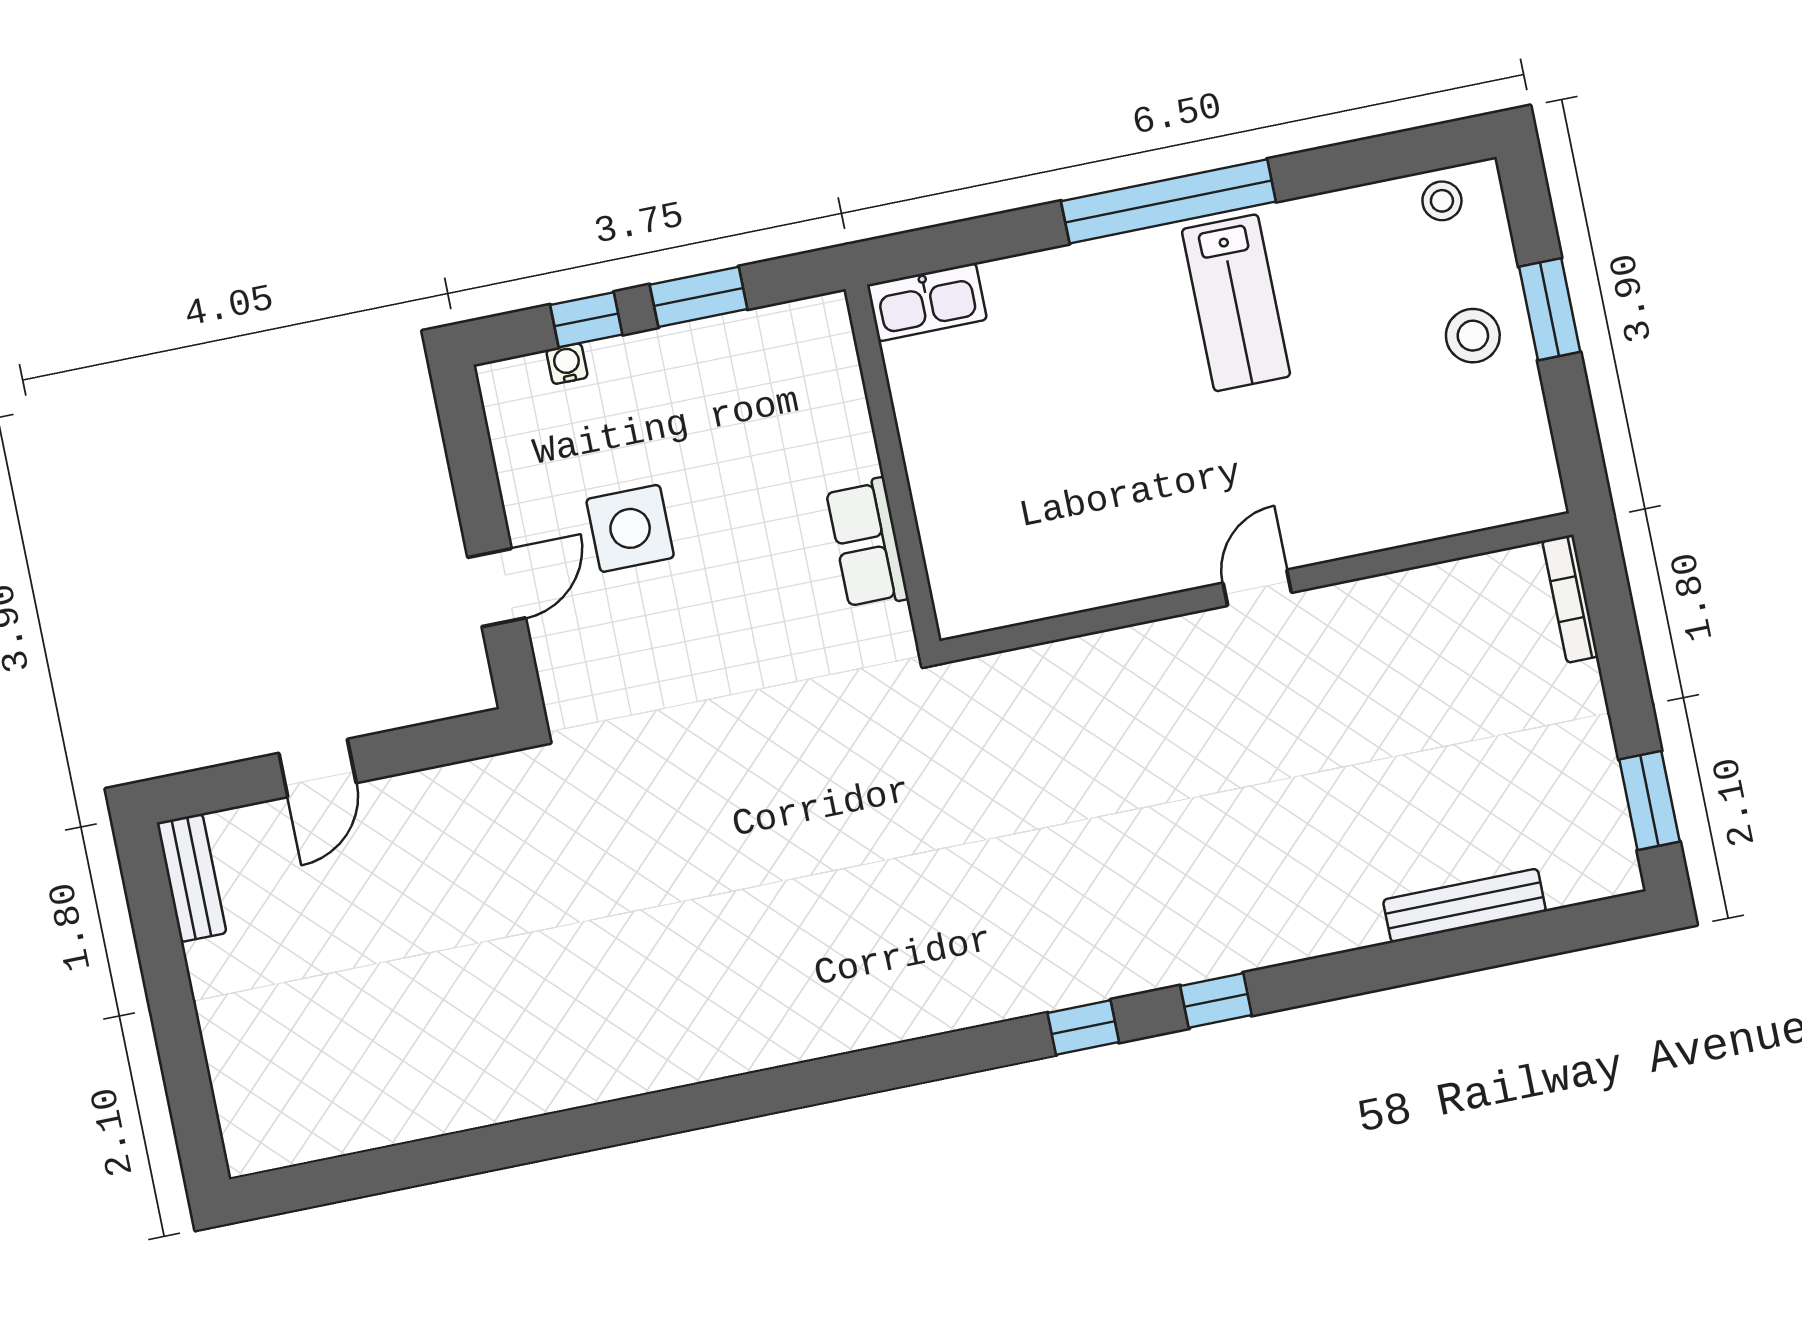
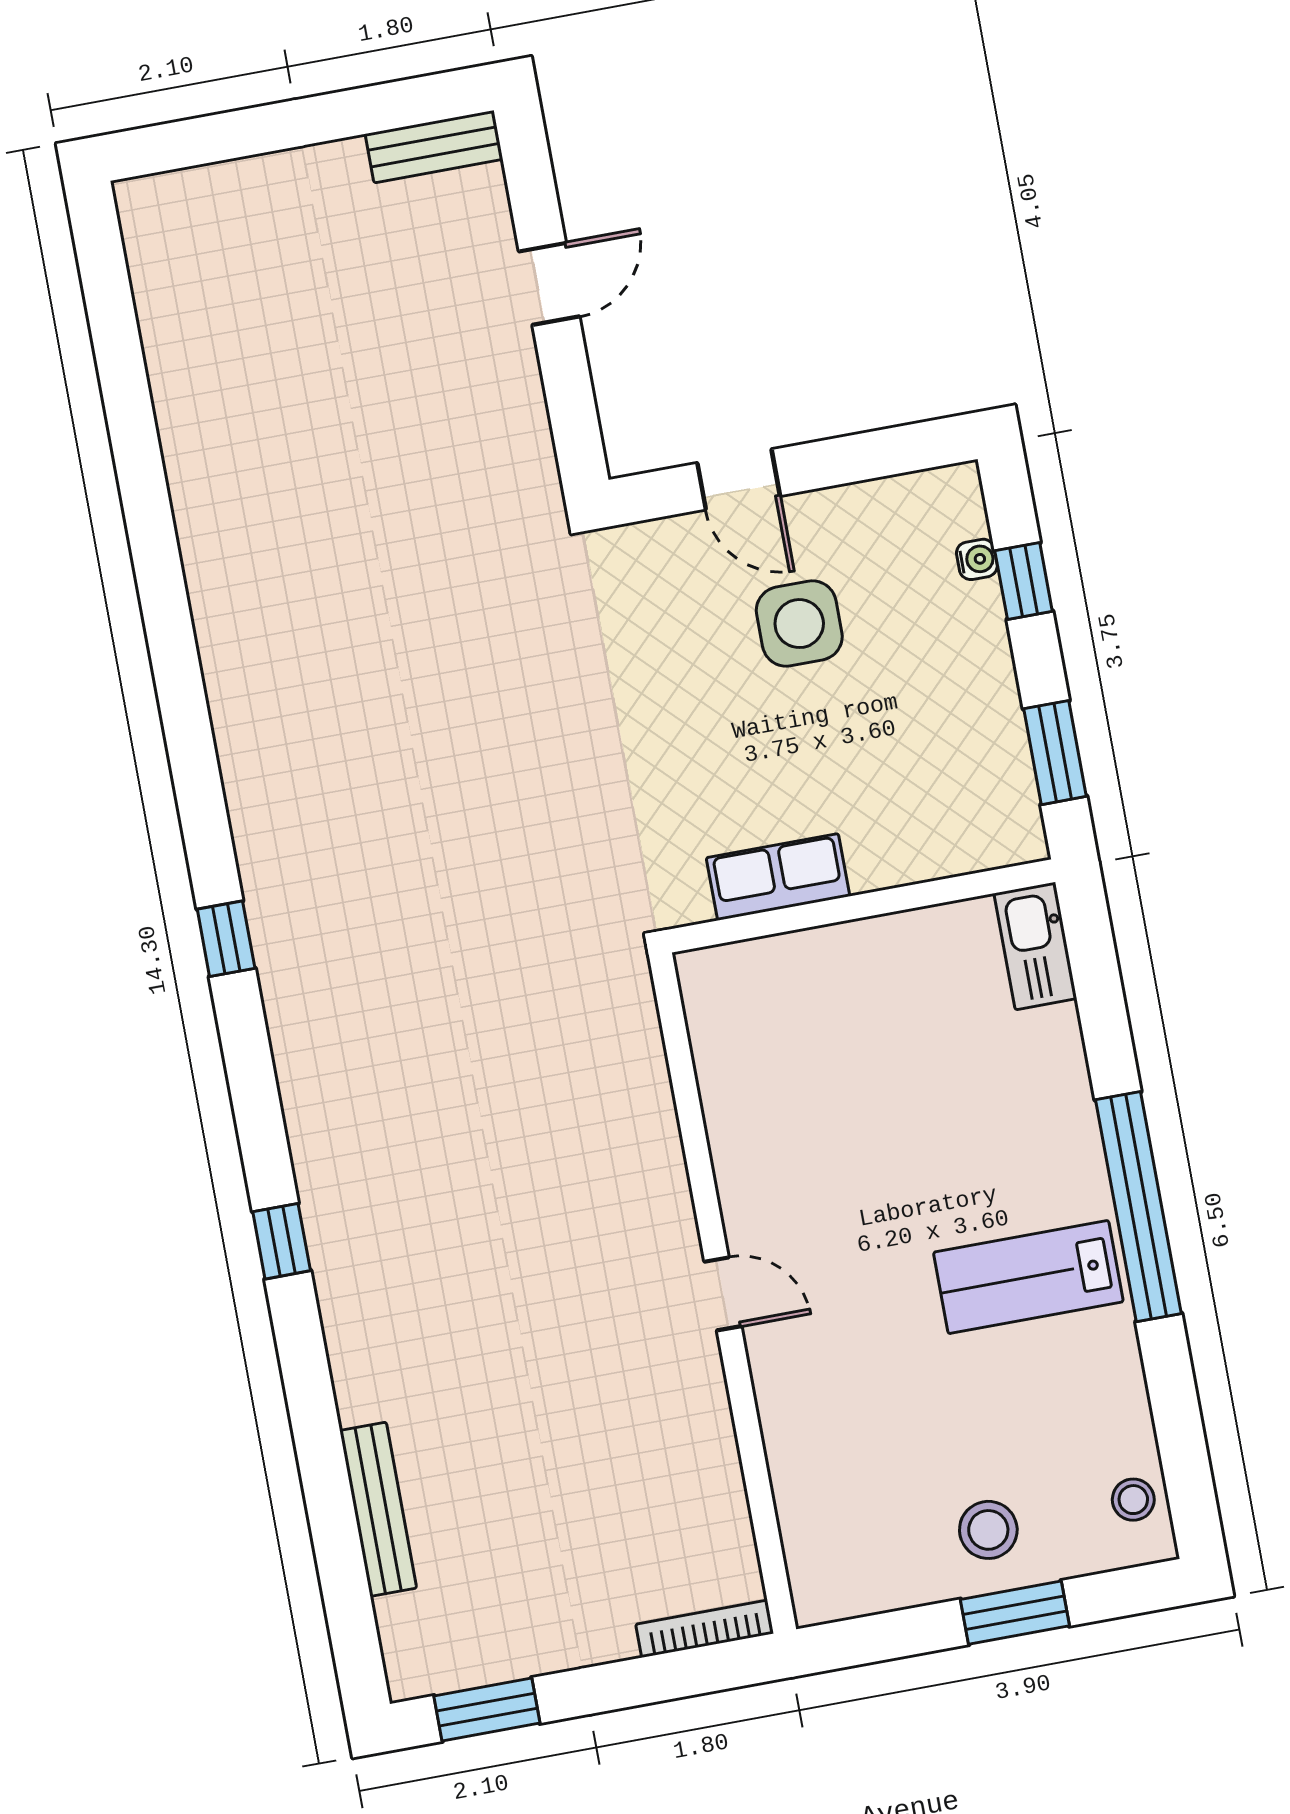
window: (699, 297) -> (1055, 753), moved
door: (317, 768) -> (549, 284), swing flipped
window: (1083, 1028) -> (226, 939), moved

